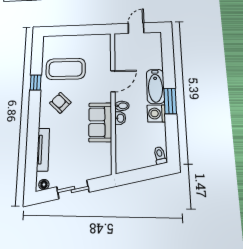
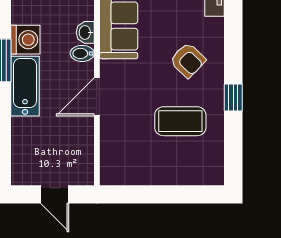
door: (136, 28) -> (55, 194), hinge flipped
coffee table: (66, 69) -> (180, 121), width x0.73, depth x0.76

